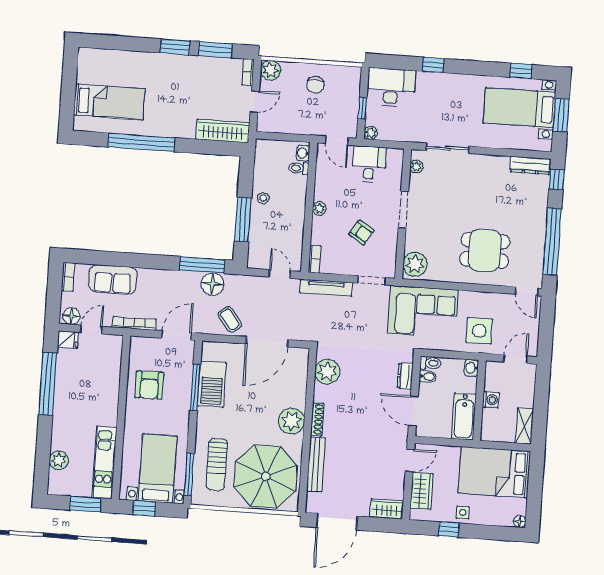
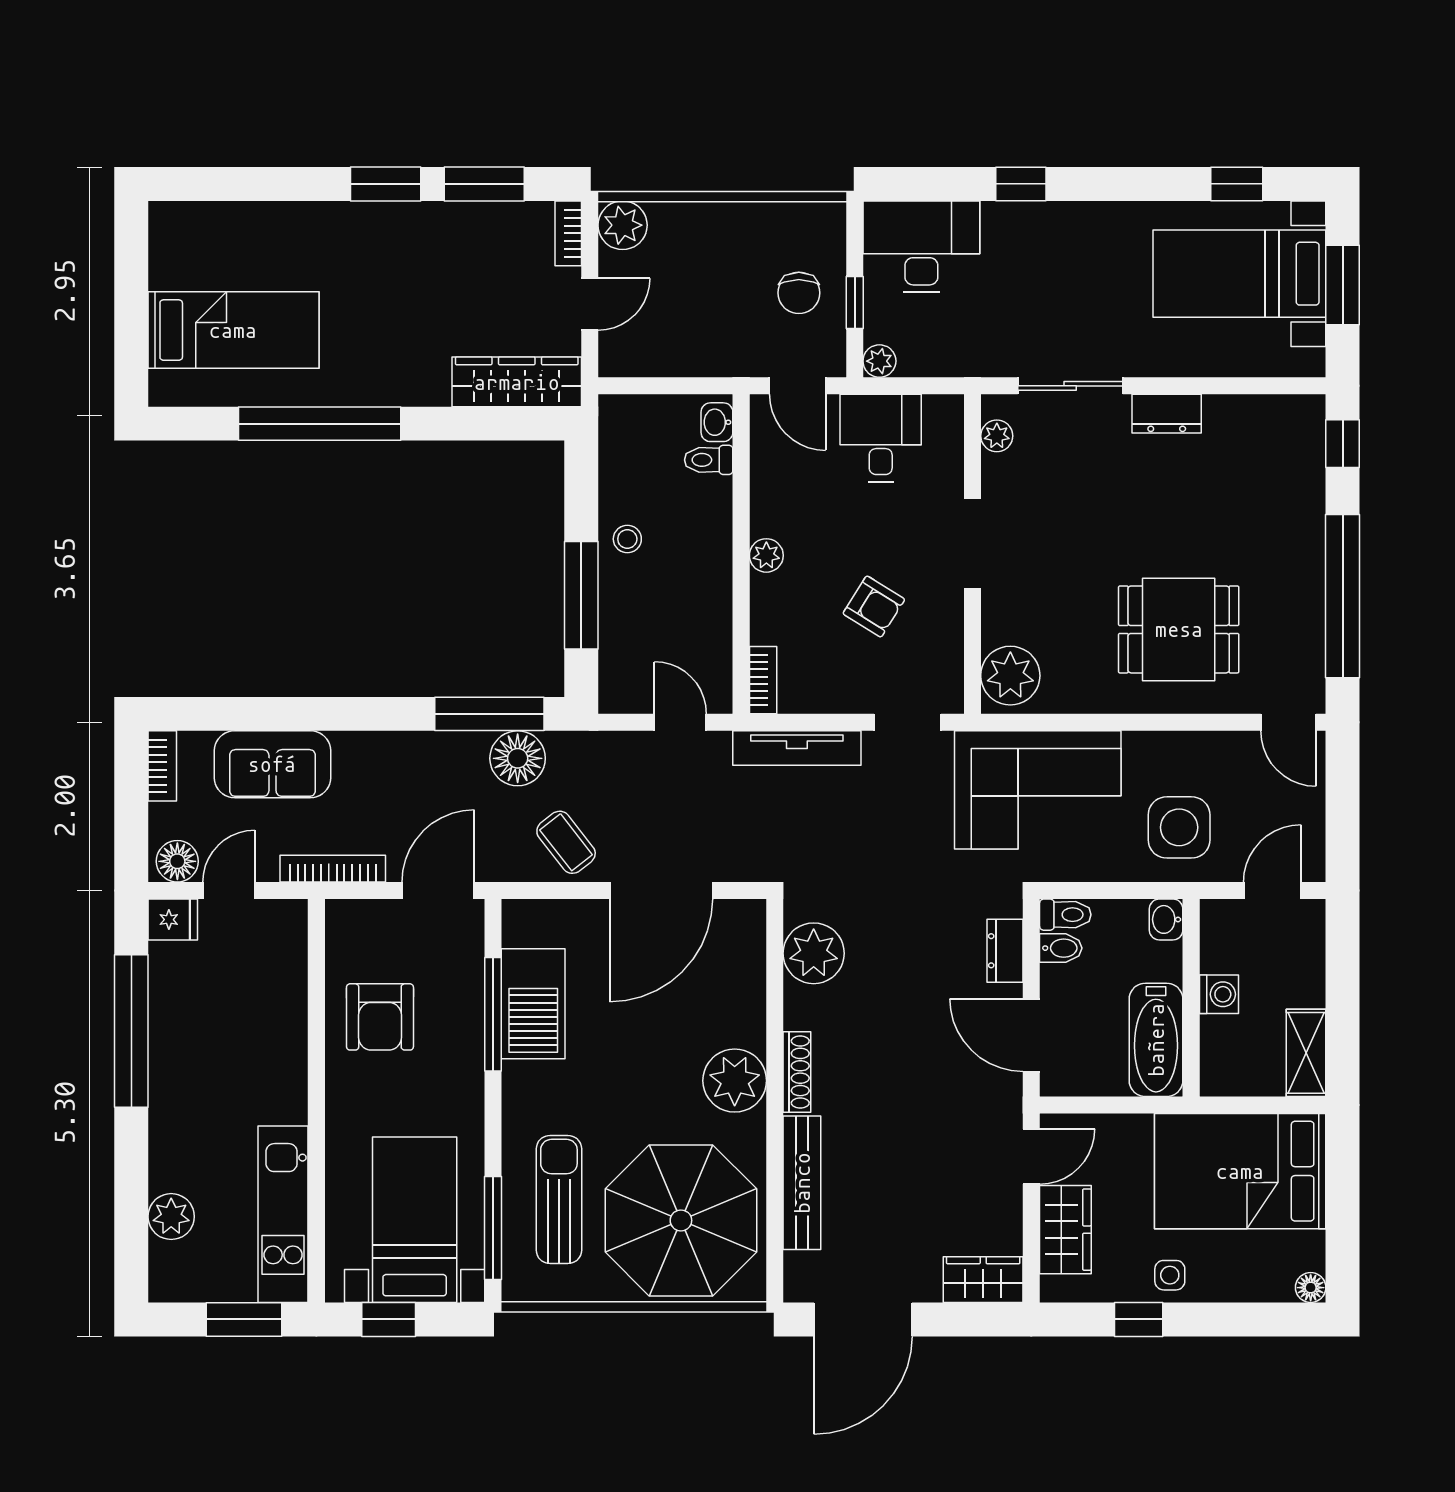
chair: (315, 85) -> (799, 293), moved
dresser: (530, 165) -> (1167, 414), moved, width x0.70
sun lounger: (217, 464) -> (559, 1200), turned 180

